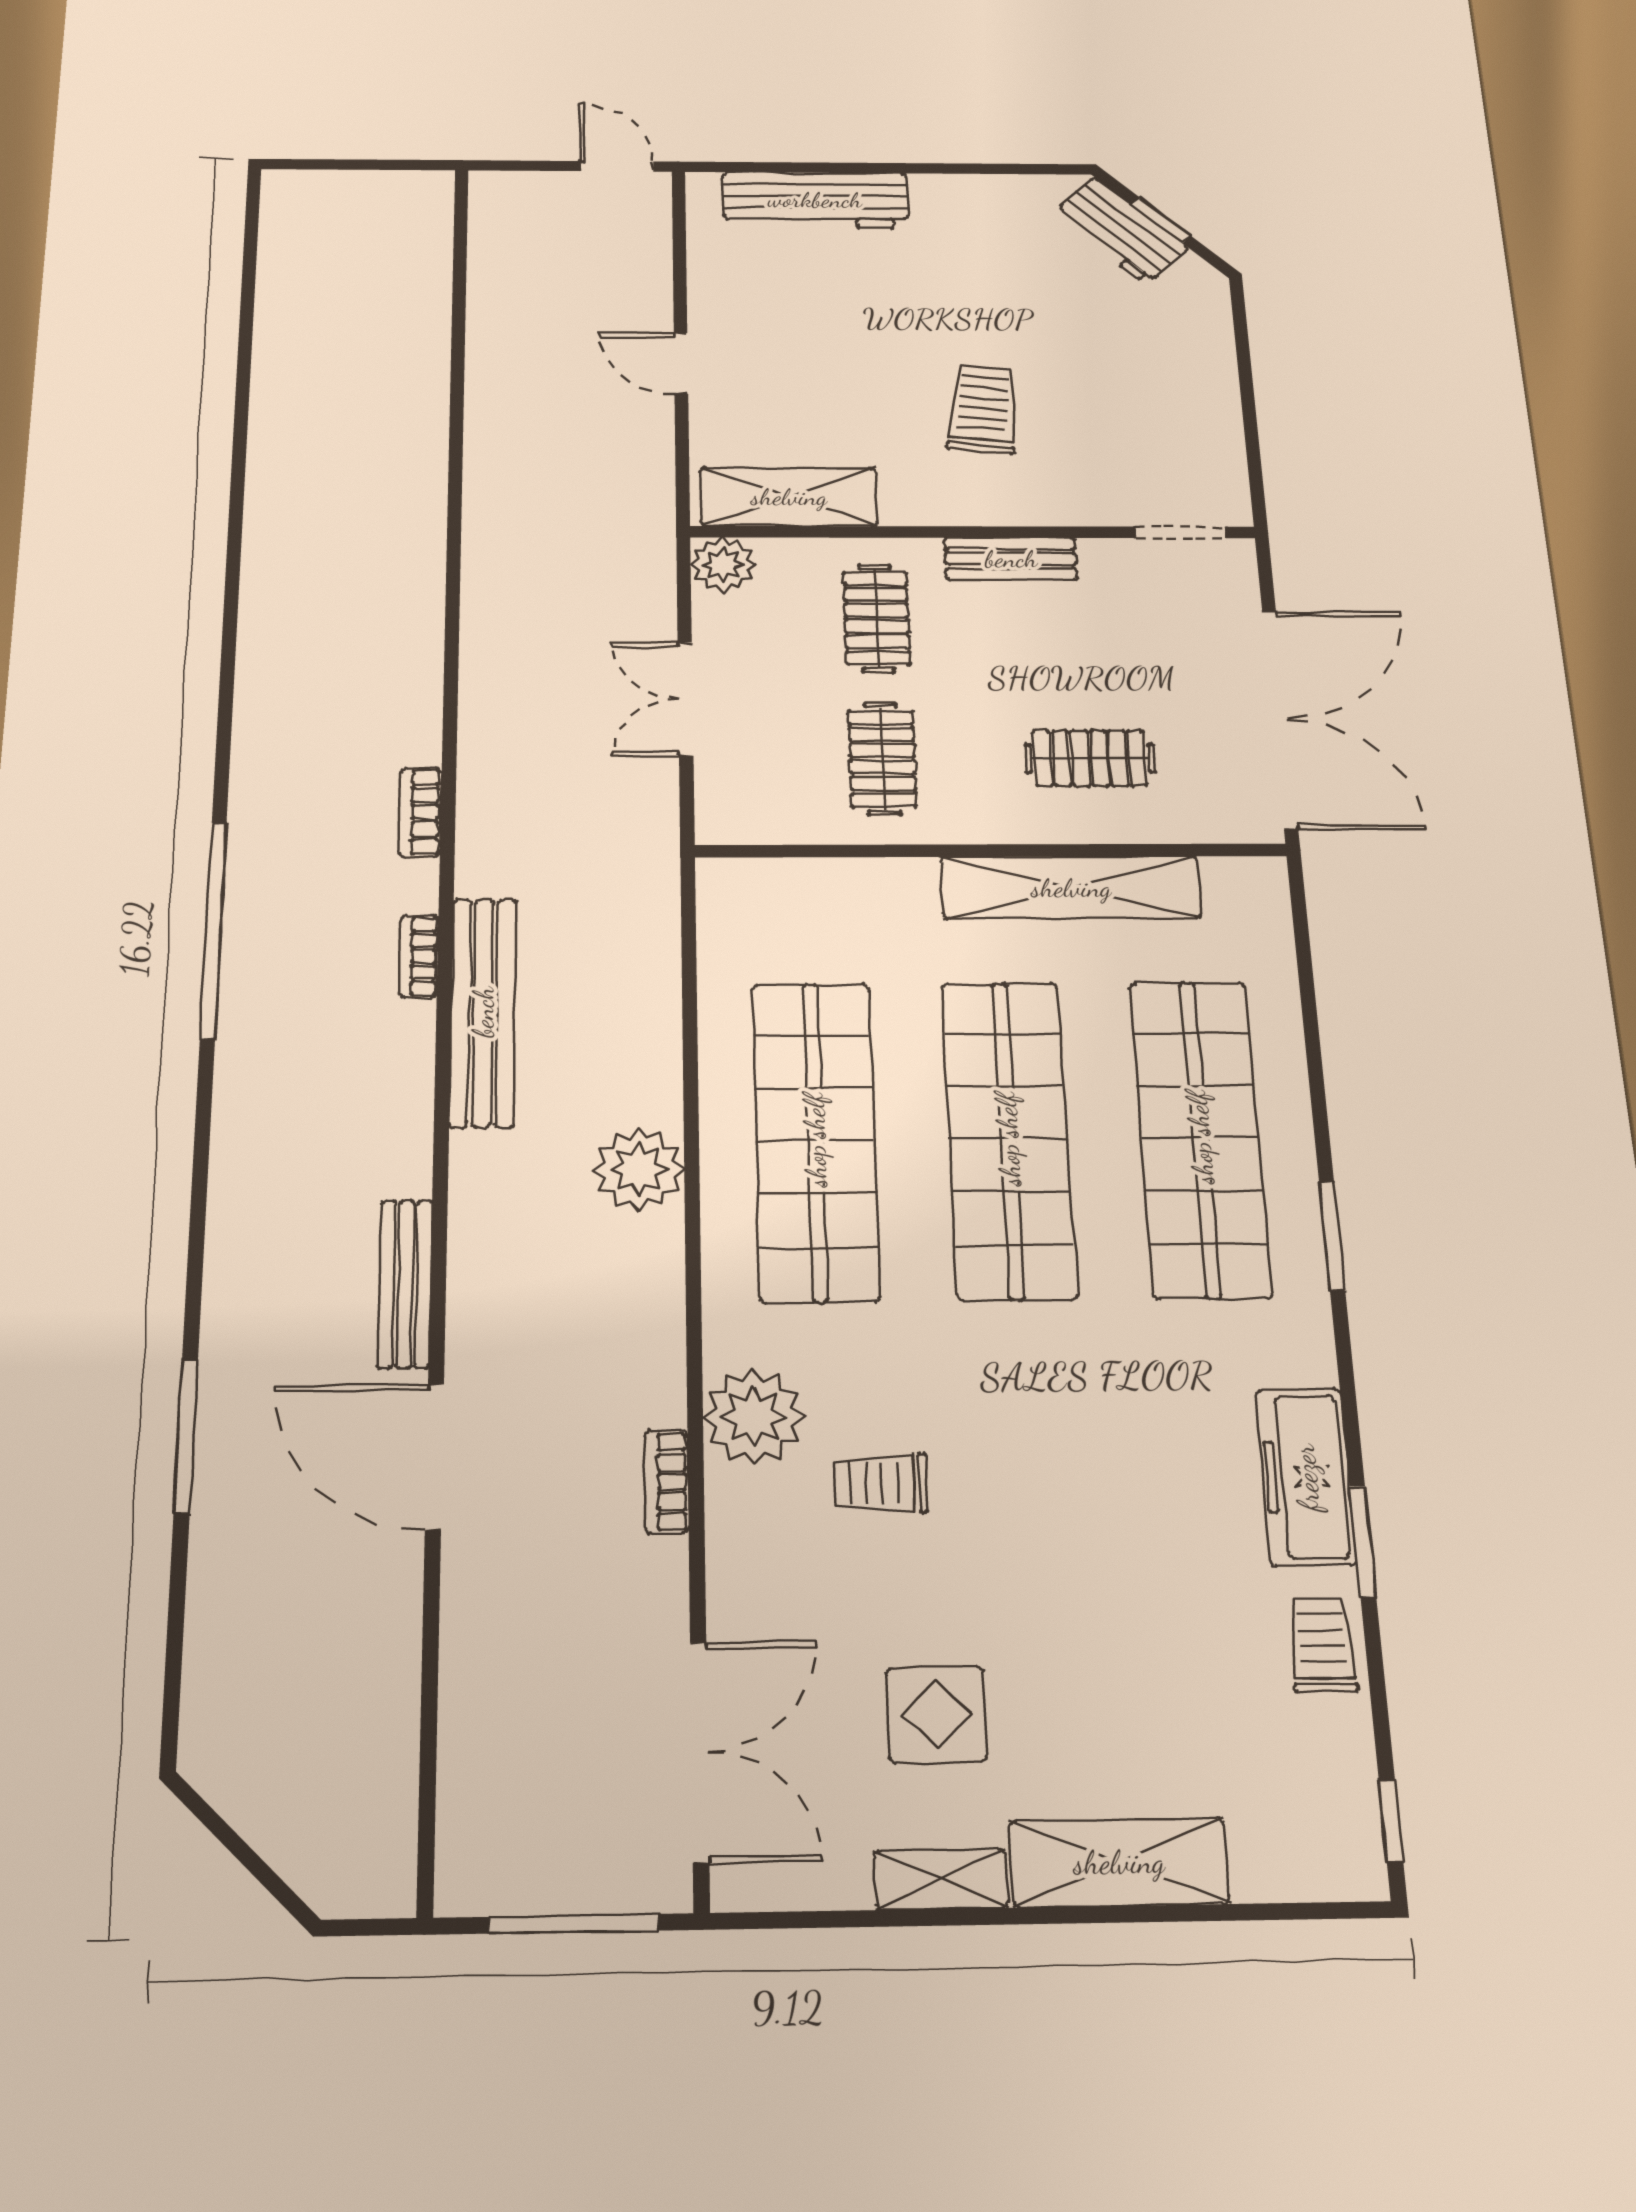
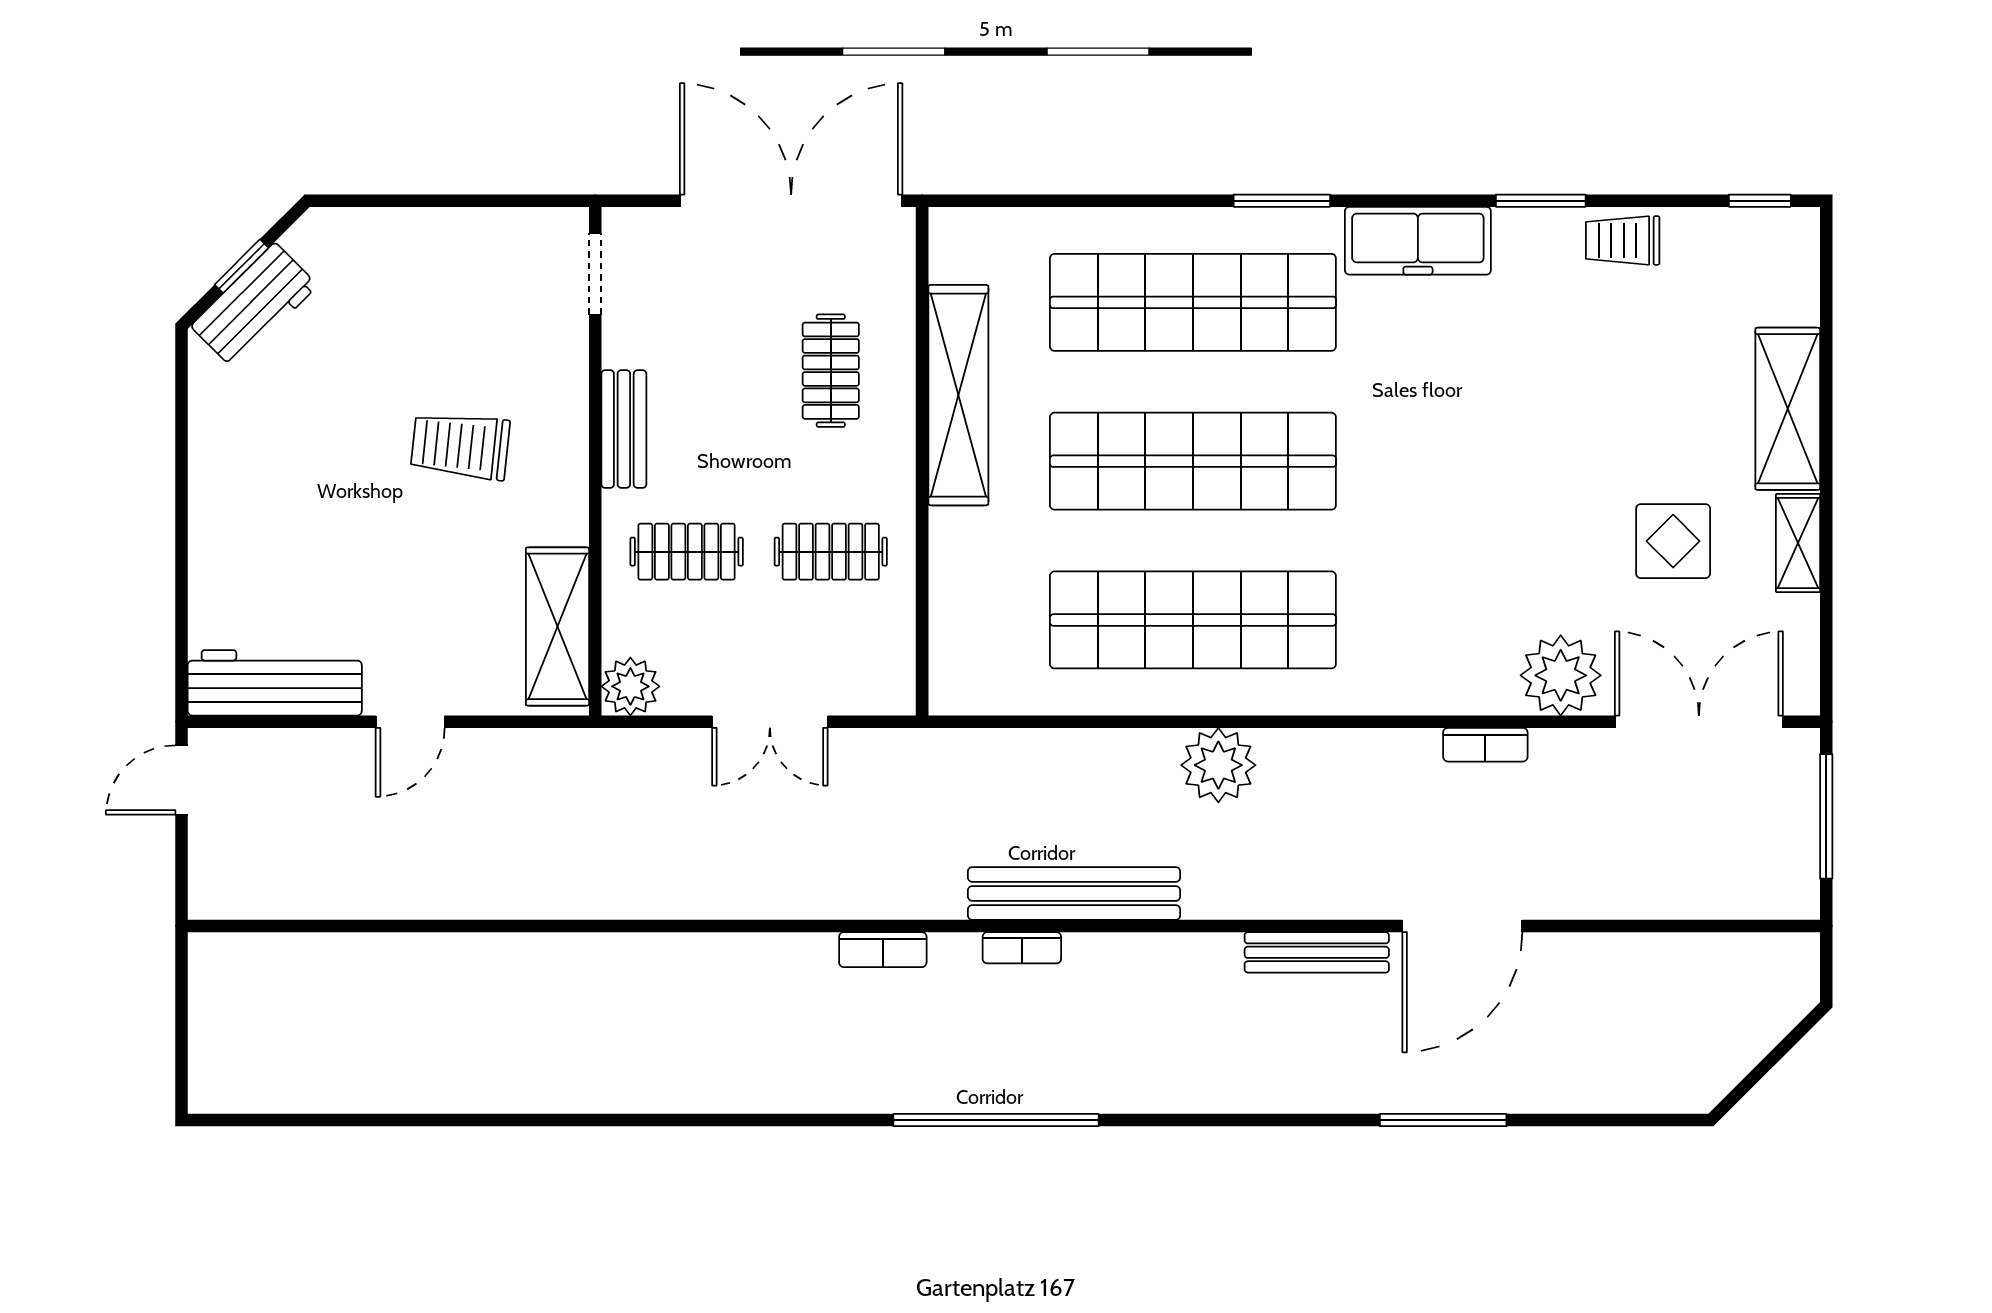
workbench: (815, 200) -> (275, 683), moved, turned -90
plant: (754, 1417) -> (1561, 675), moved
freezer: (1306, 1477) -> (1418, 241), moved
trolley: (880, 1483) -> (1488, 577), removed

